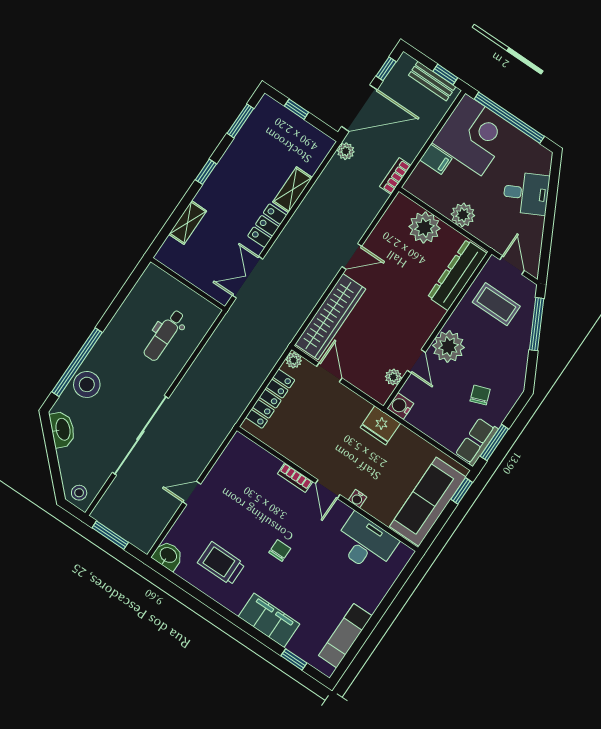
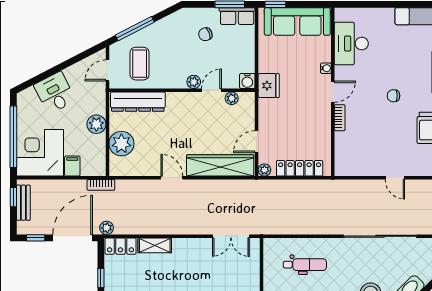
door: (359, 108) -> (73, 238), hinge flipped
locker: (267, 226) -> (120, 246), moved
plant: (448, 346) -> (194, 82), width x0.53, depth x0.53

